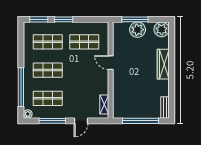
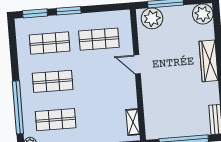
plant: (138, 30) -> (152, 18), moved

